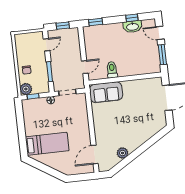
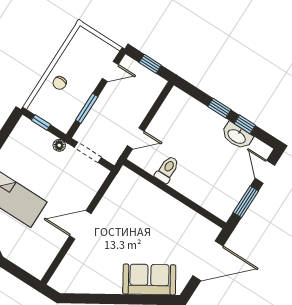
window: (96, 22) -> (219, 108), moved
plant: (26, 89) -> (39, 106), removed
sofa: (106, 92) -> (149, 279), moved, turned 148
plant: (123, 153) -> (96, 285), removed
door: (95, 155) -> (80, 225), moved

